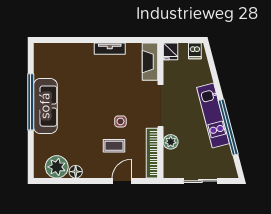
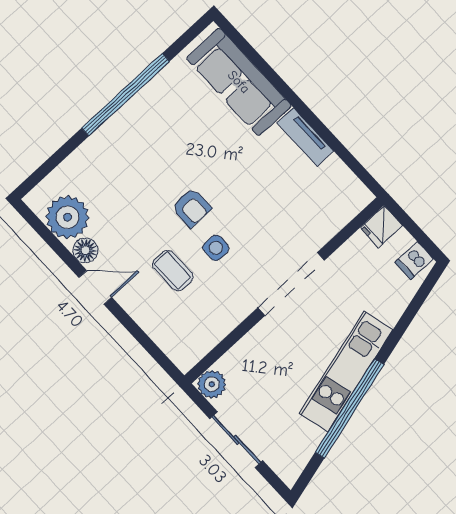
fireplace: (150, 62) -> (340, 211), removed
sofa: (45, 106) -> (239, 82), moved, turned 90
armchair: (97, 117) -> (191, 208), added
plant: (171, 142) -> (212, 384), moved
bookcase: (152, 153) -> (212, 334), removed
door: (122, 181) -> (95, 287), moved

